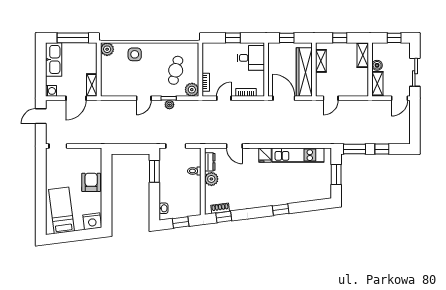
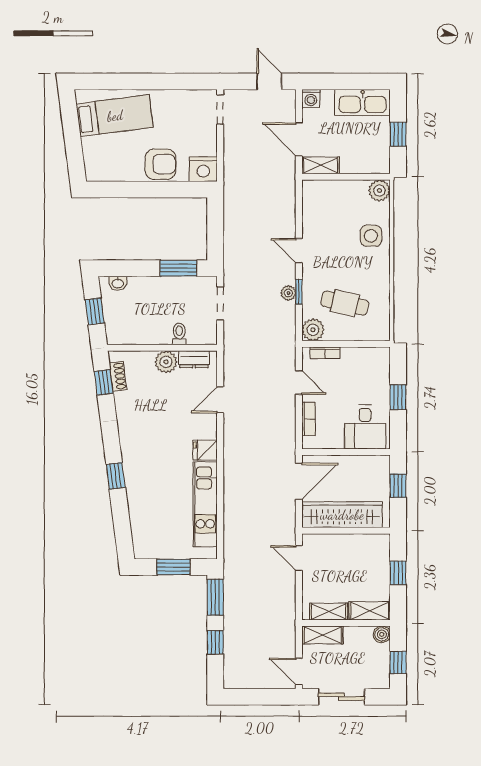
window: (73, 38) -> (398, 134), width x0.46
shelving: (321, 61) -> (329, 612), moved
boiler: (377, 65) -> (382, 634), moved
nightstand: (92, 221) -> (203, 169), moved, turned -83

